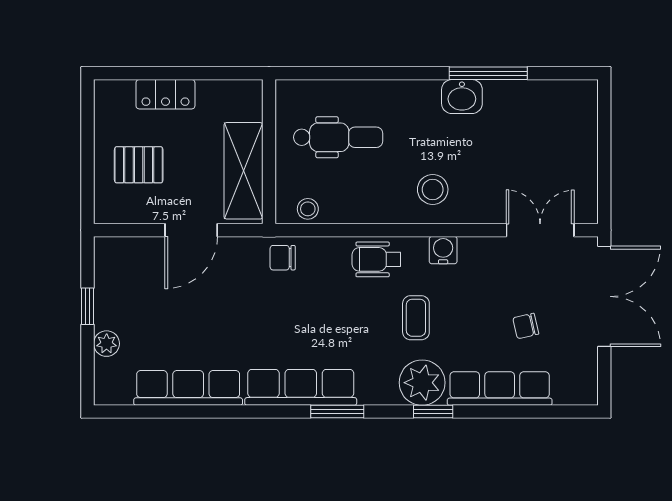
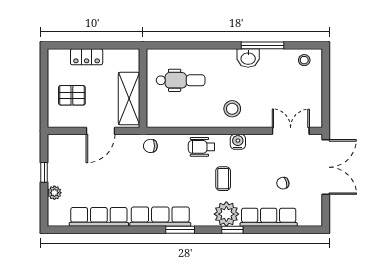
stool: (308, 209) -> (304, 60), moved

